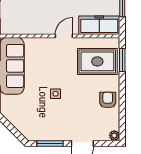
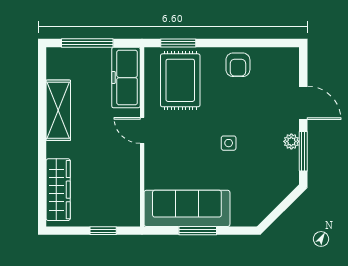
armchair: (108, 100) -> (238, 65), turned -90
plant: (114, 136) -> (291, 141), moved

